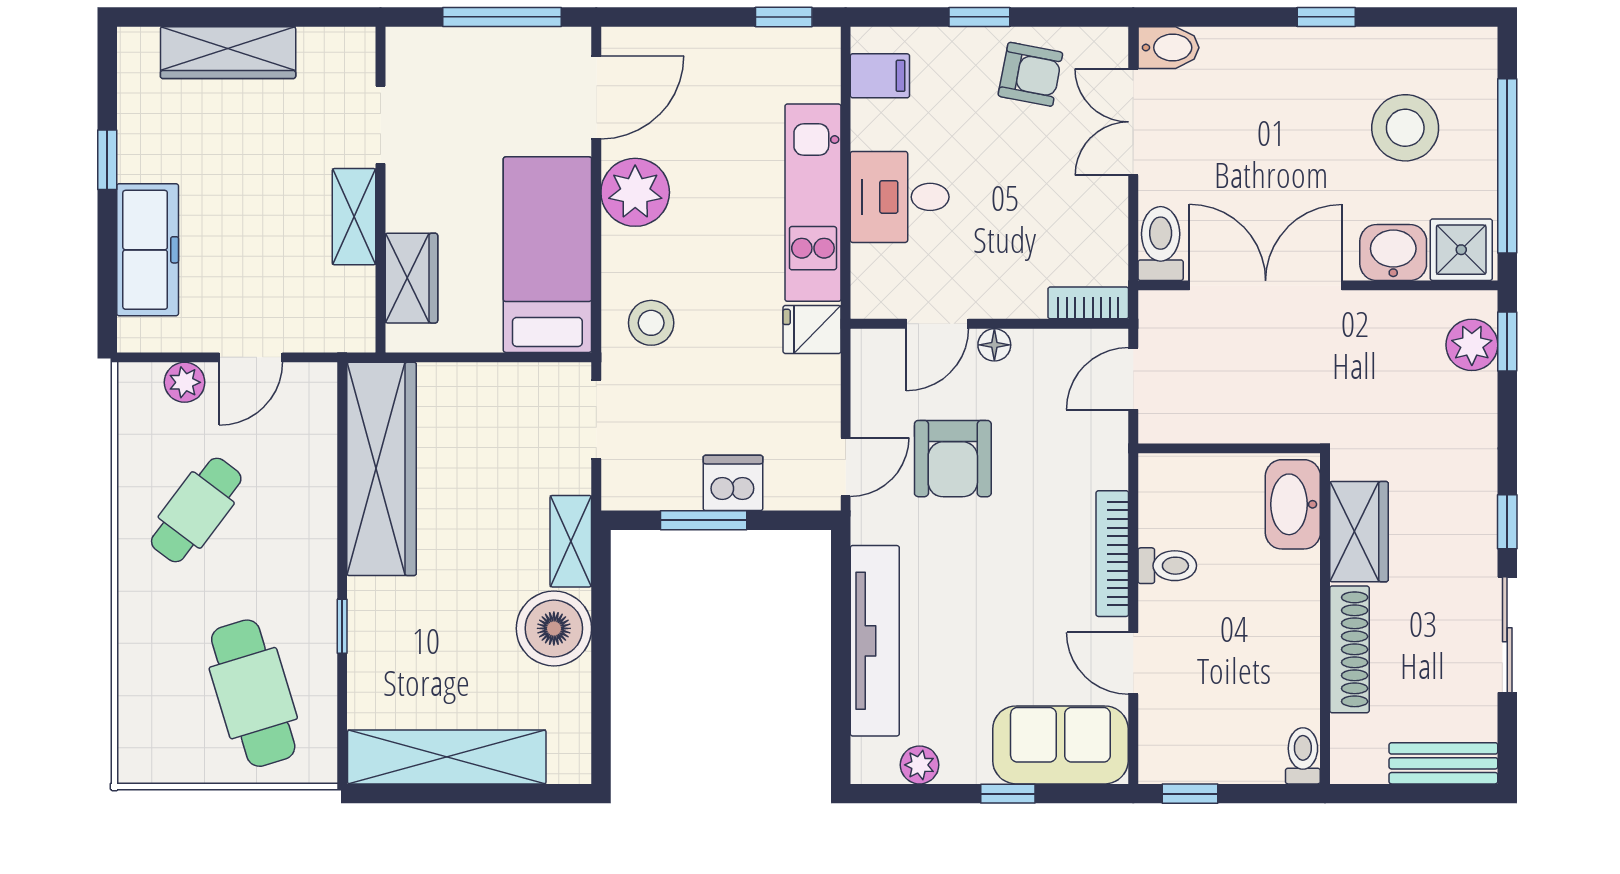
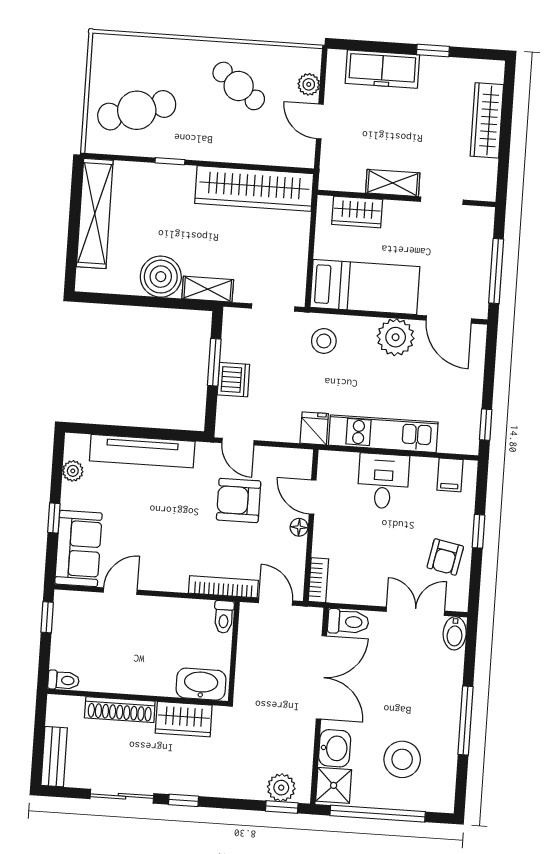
window: (1326, 17) -> (466, 720), width x2.17
bookcase: (1112, 554) -> (223, 587), moved
toilet: (1167, 566) -> (224, 617), moved

